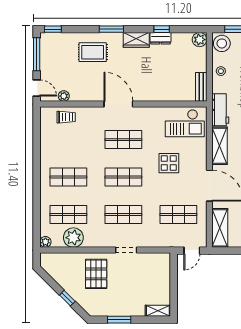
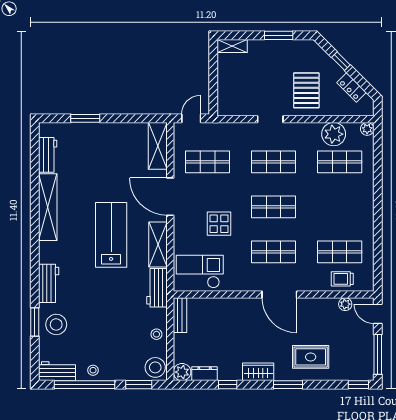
dresser: (161, 38) -> (205, 374), moved
shop shelf: (68, 177) -> (340, 252), moved
locker: (58, 276) -> (352, 87), added

